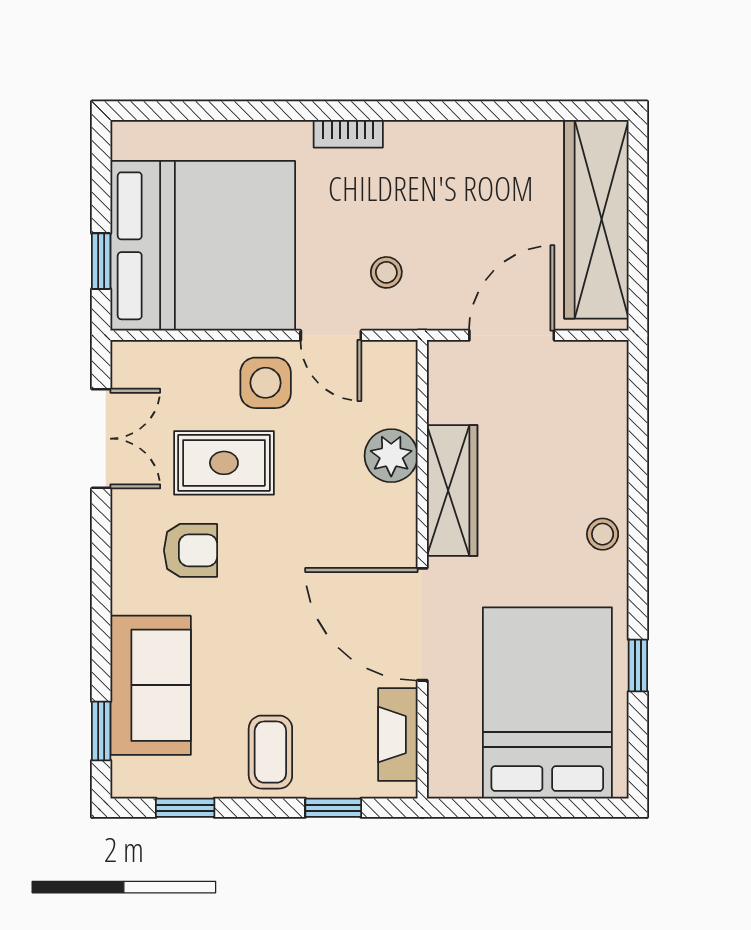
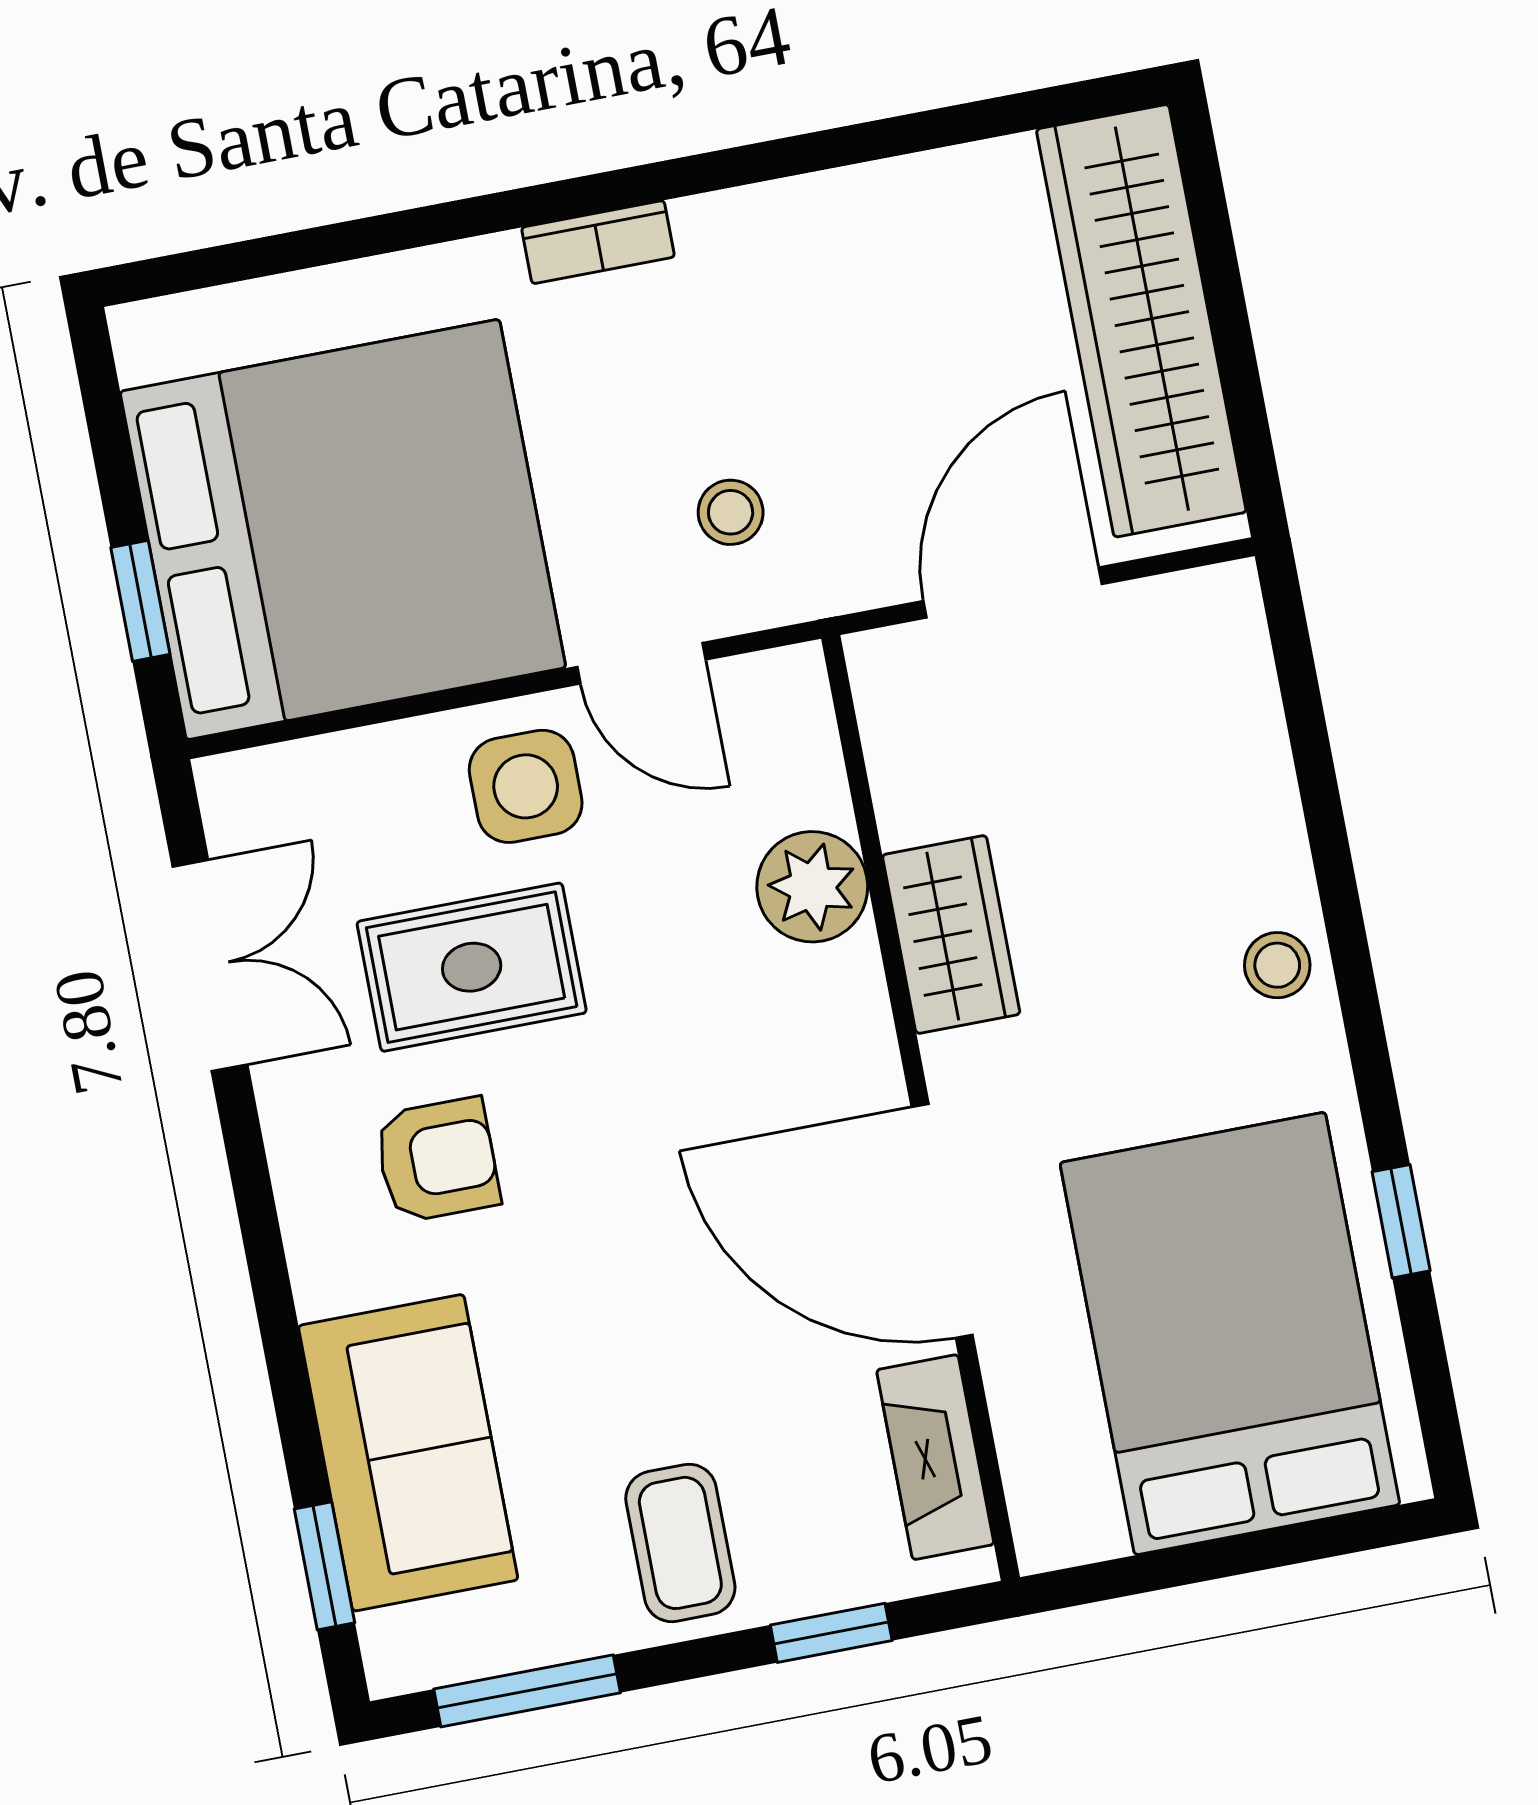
wardrobe: (452, 490) -> (951, 934), width x0.67
window: (185, 808) -> (527, 1691), width x1.50

